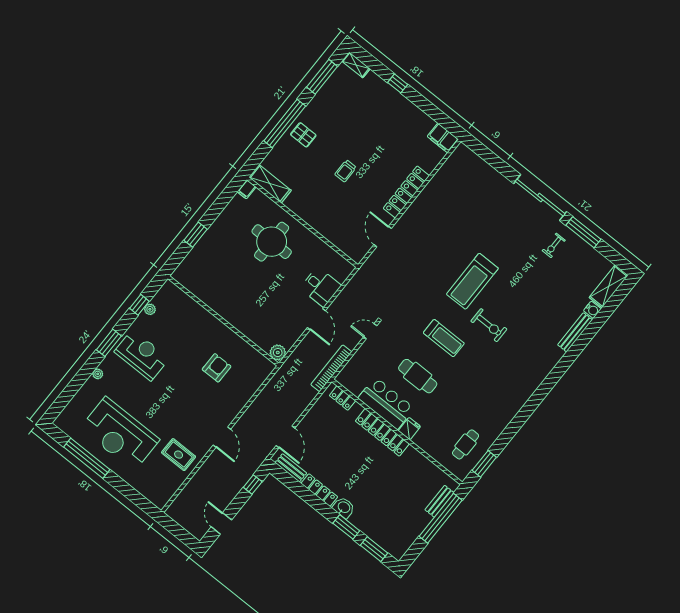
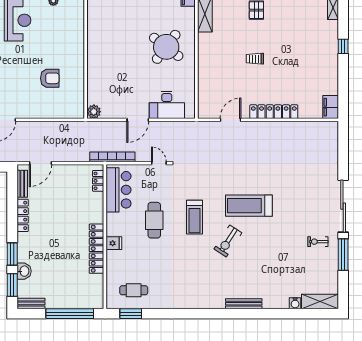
round table: (272, 242) -> (166, 47), turned 37
desk: (320, 287) -> (167, 105), width x1.37
exercise bike: (489, 325) -> (228, 241), turned 33
bench: (575, 332) -> (244, 304), moved
bar counter: (386, 403) -> (118, 190), moved
locker: (382, 432) -> (96, 249), moved
bench: (439, 501) -> (31, 303), moved
washbasin: (344, 508) -> (24, 271), moved

